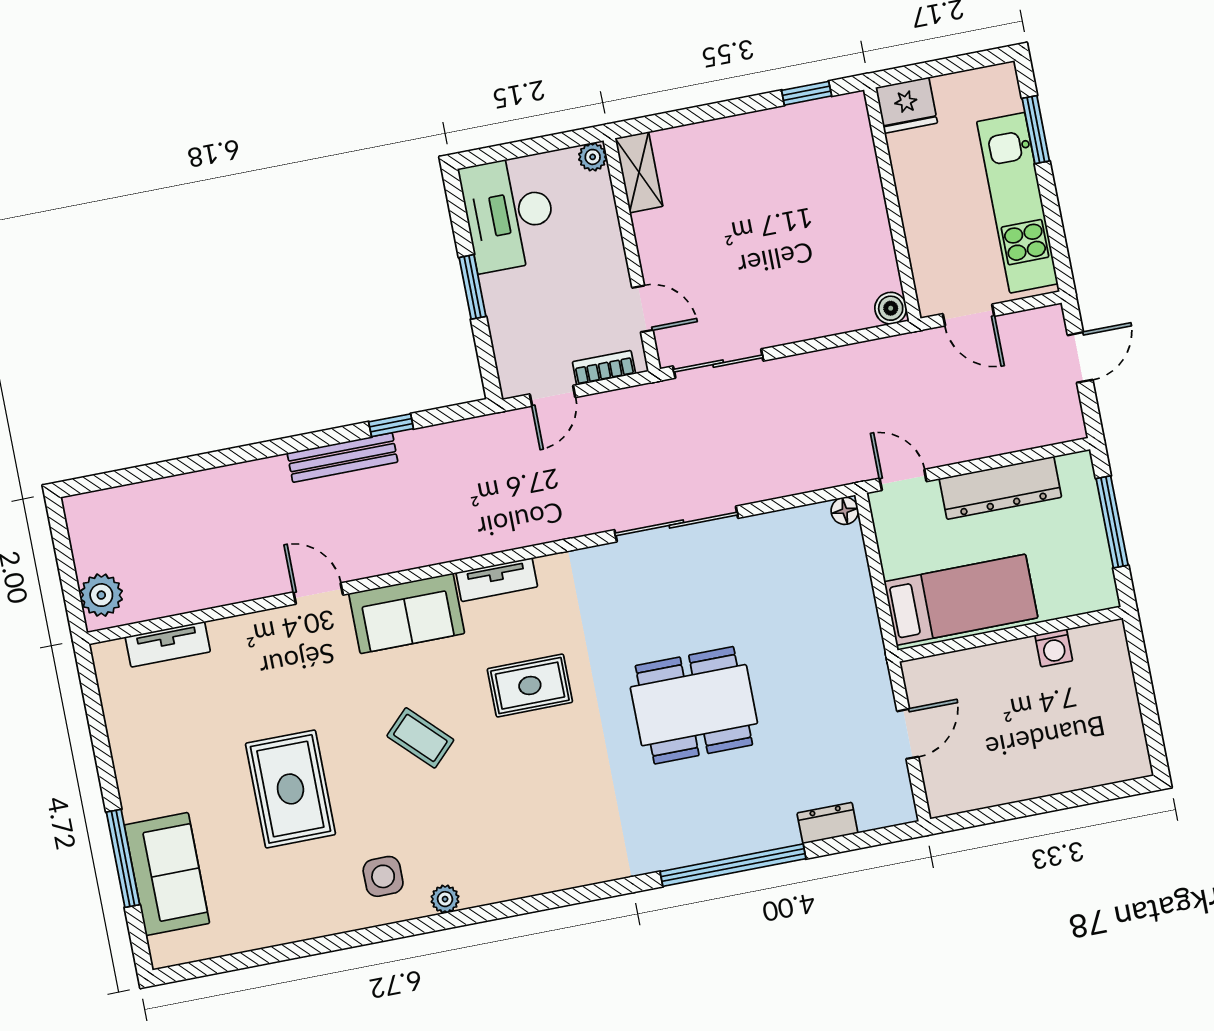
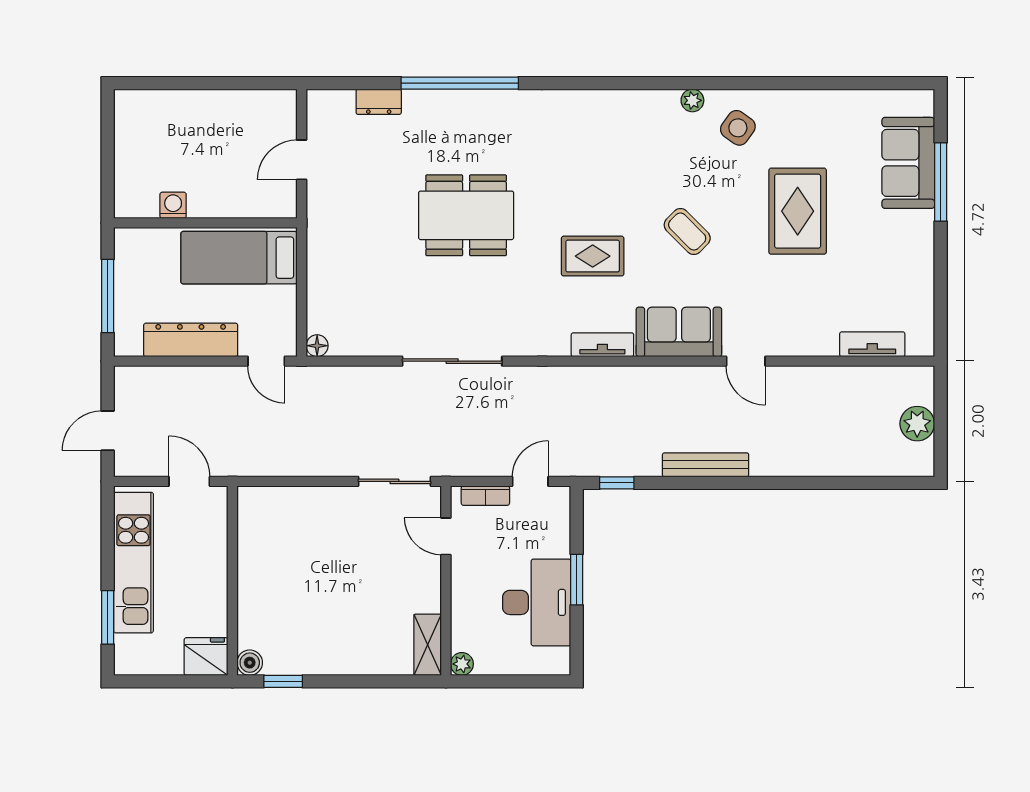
desk: (509, 214) -> (537, 602), moved
boiler: (891, 308) -> (250, 663), moved
window: (391, 425) -> (617, 483), moved
plant: (101, 595) -> (917, 424), moved
side table: (383, 876) -> (738, 128), turned 35

